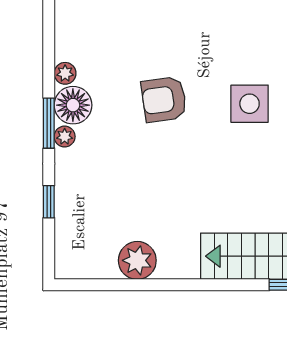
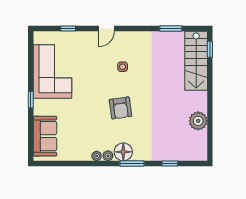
side table: (250, 104) -> (123, 67), width x0.54, depth x0.54
plant: (65, 137) -> (97, 156), moved

